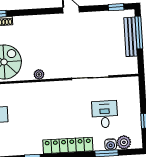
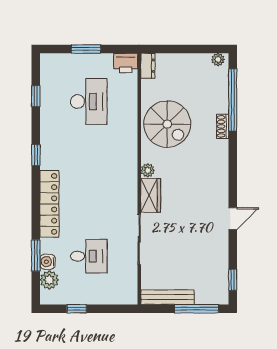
bench: (131, 37) -> (168, 297), moved
wardrobe: (57, 71) -> (151, 195), added

